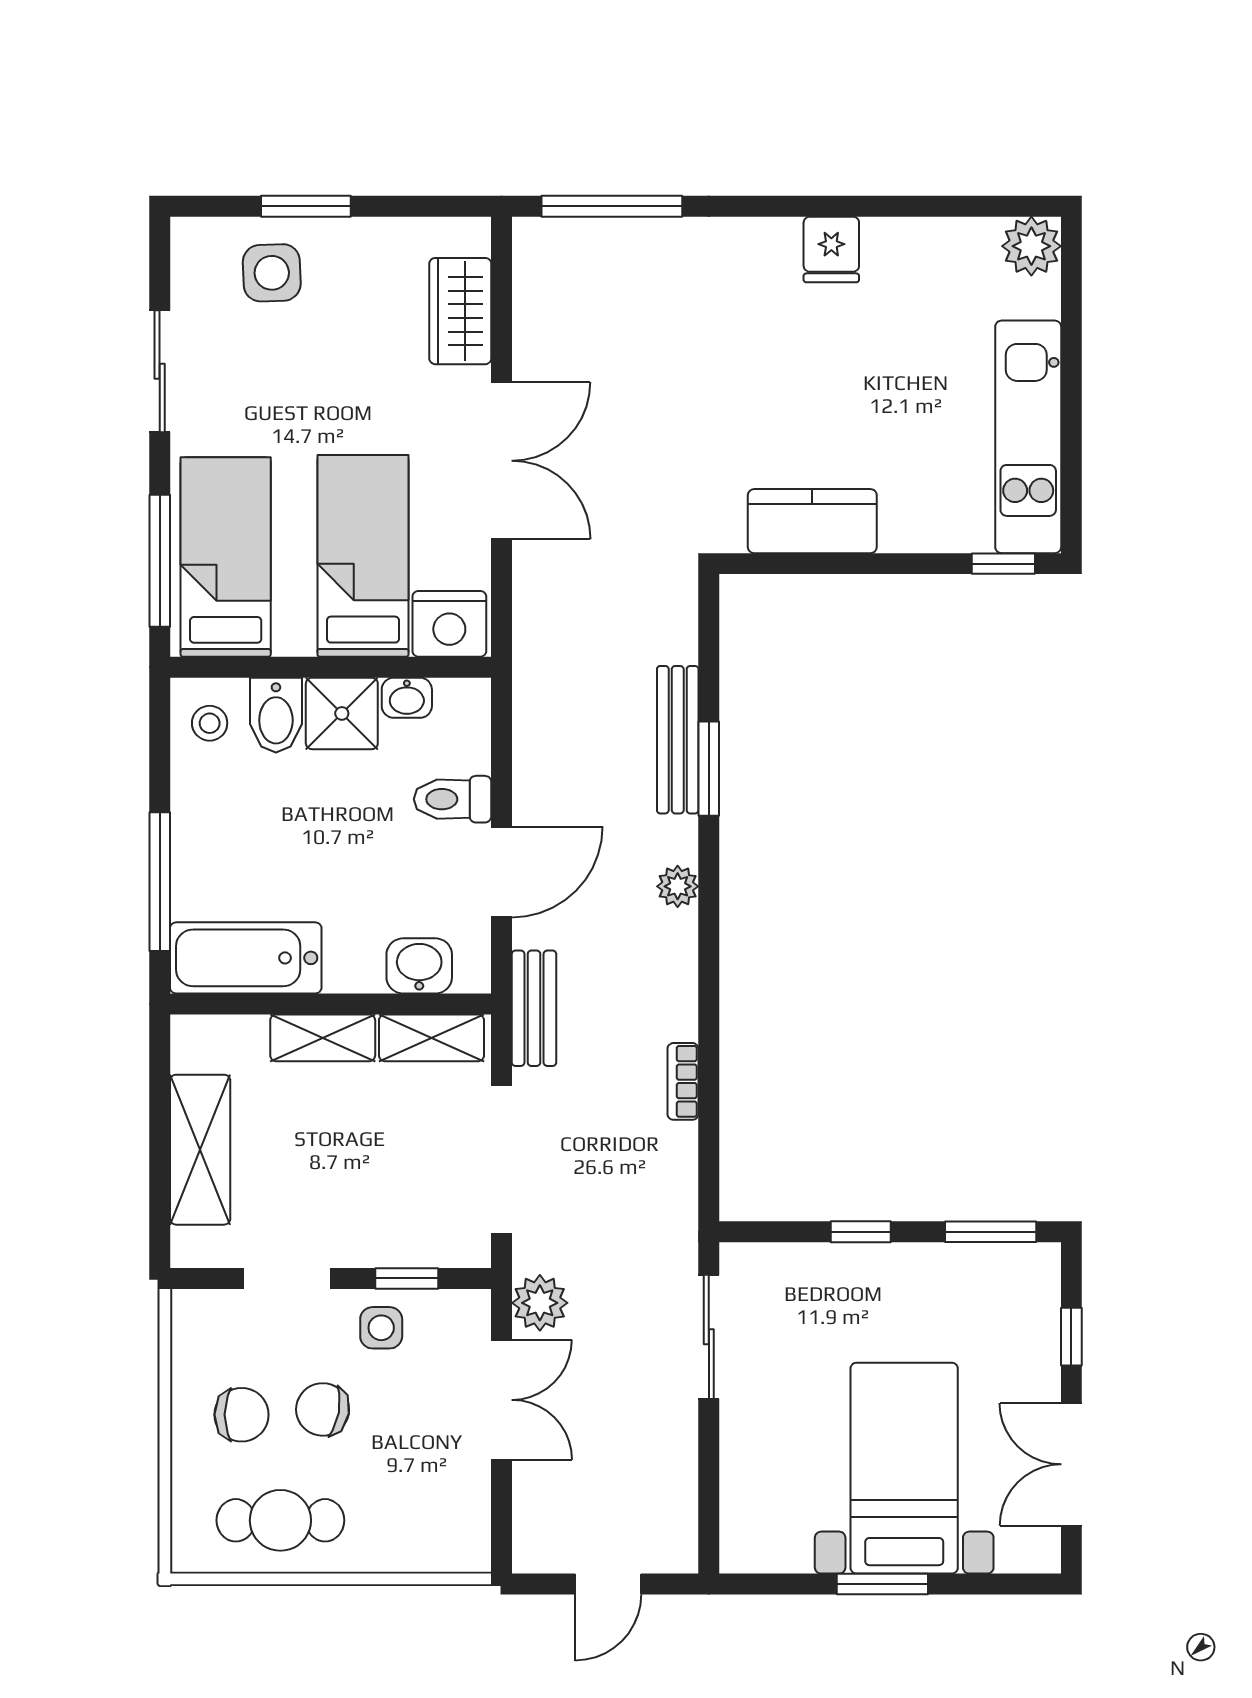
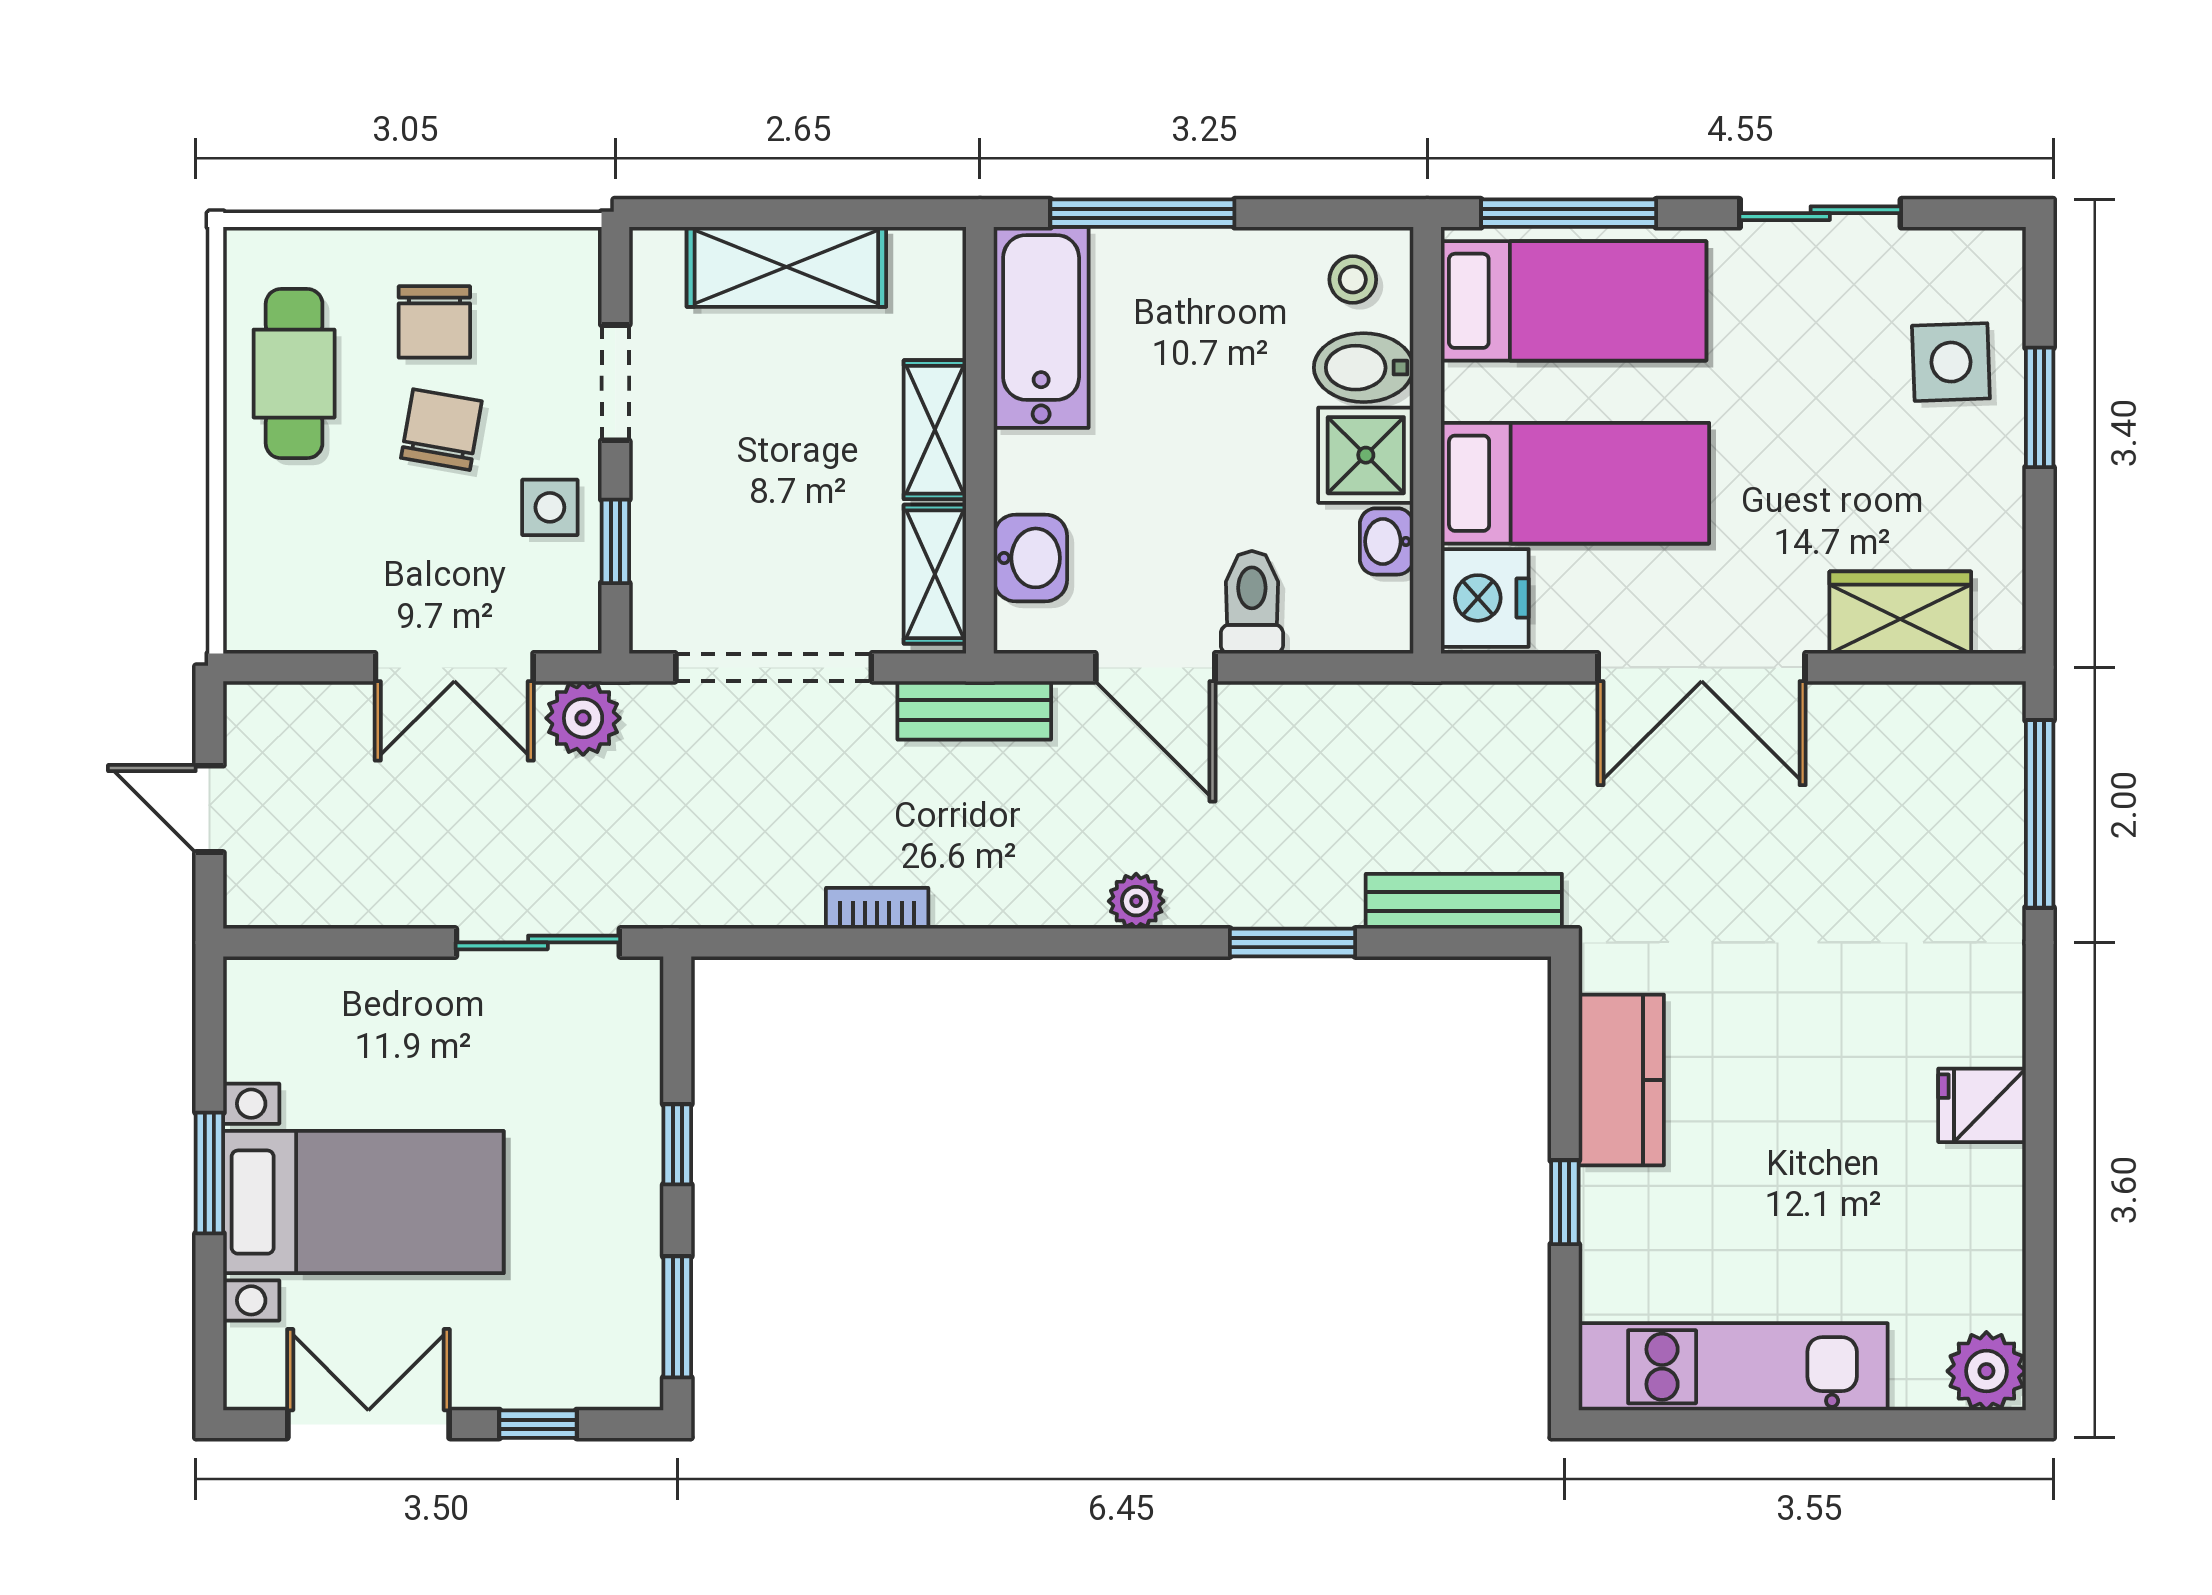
window: (1003, 564) -> (1565, 1202), moved
bench: (678, 740) -> (1464, 901), moved

